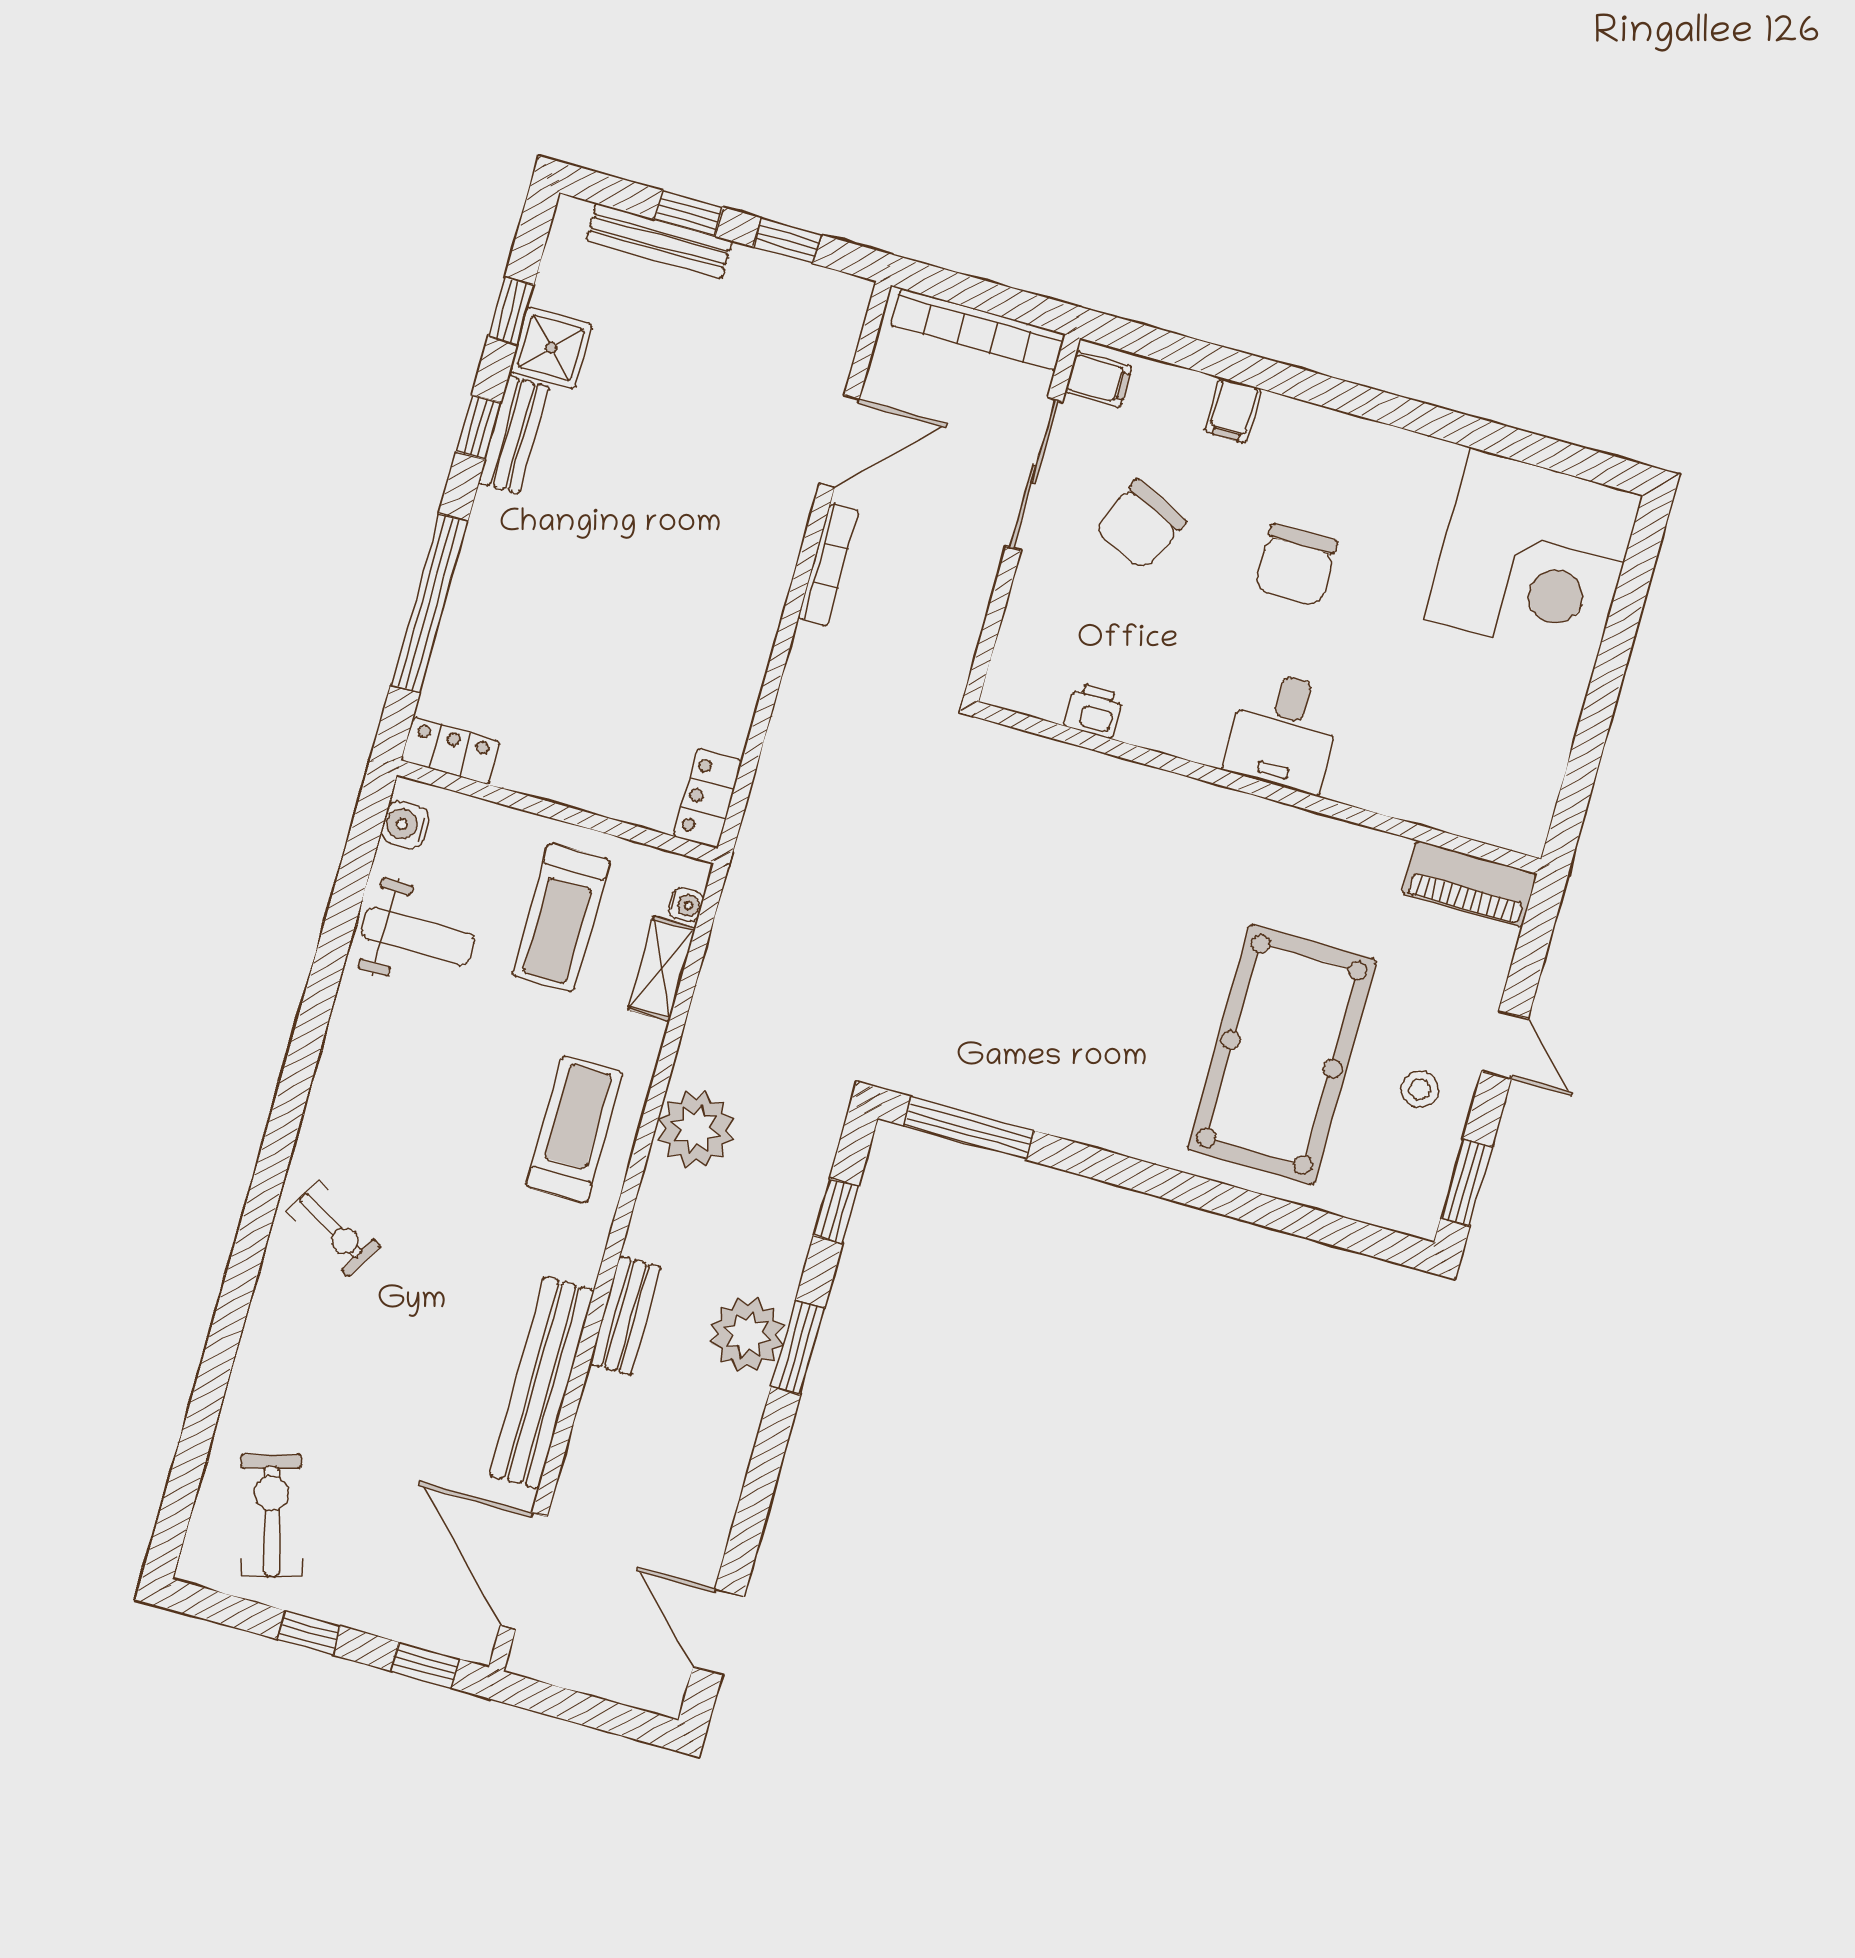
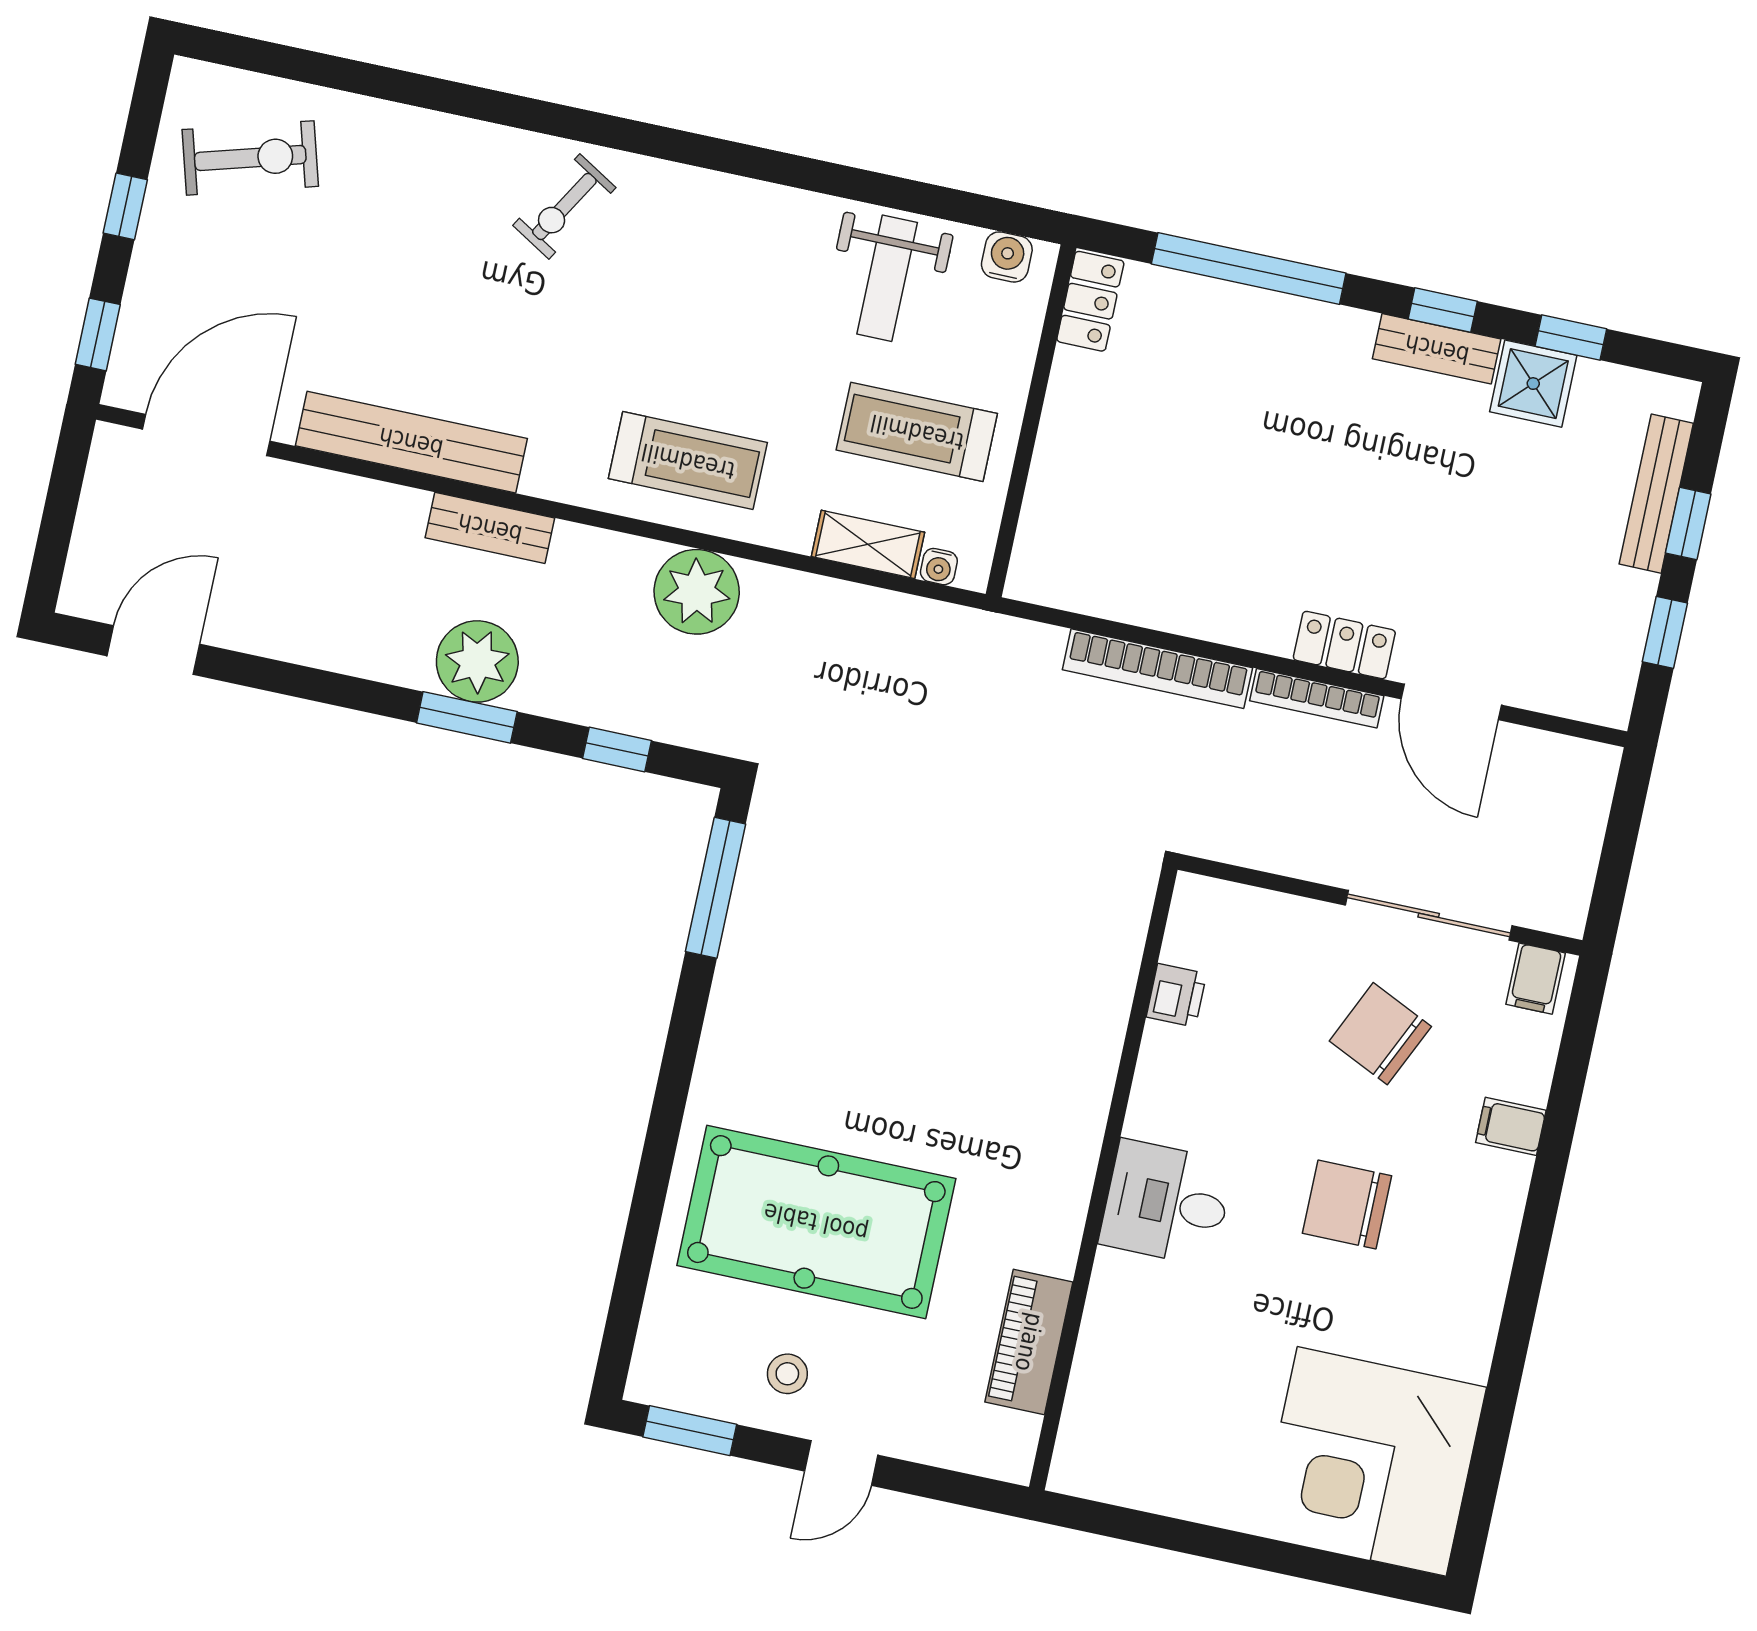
bookcase: (978, 330) -> (1157, 669), moved, turned -90
locker: (708, 798) -> (1344, 645), moved
piano: (1469, 884) -> (1029, 1342), moved

